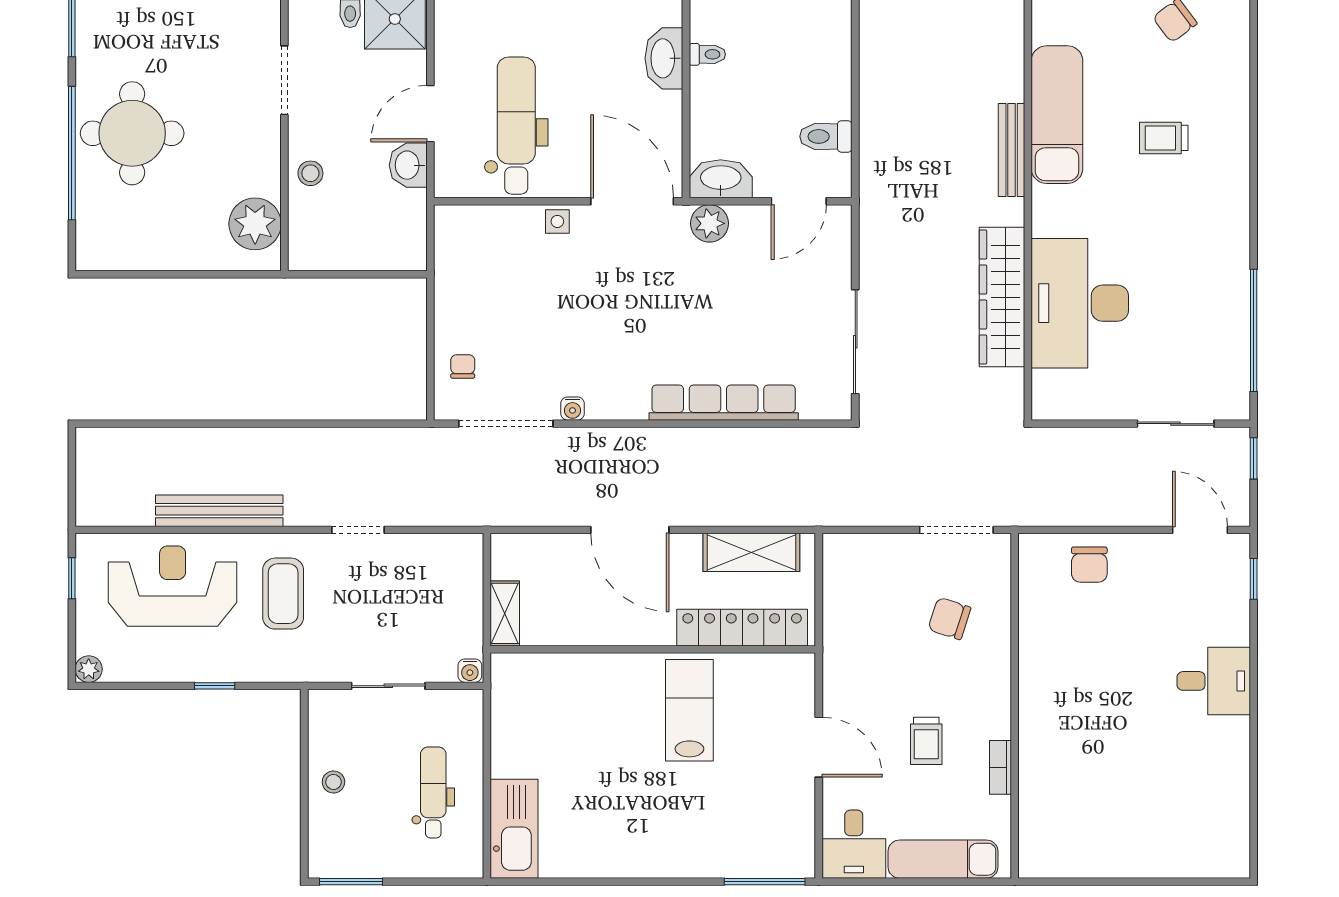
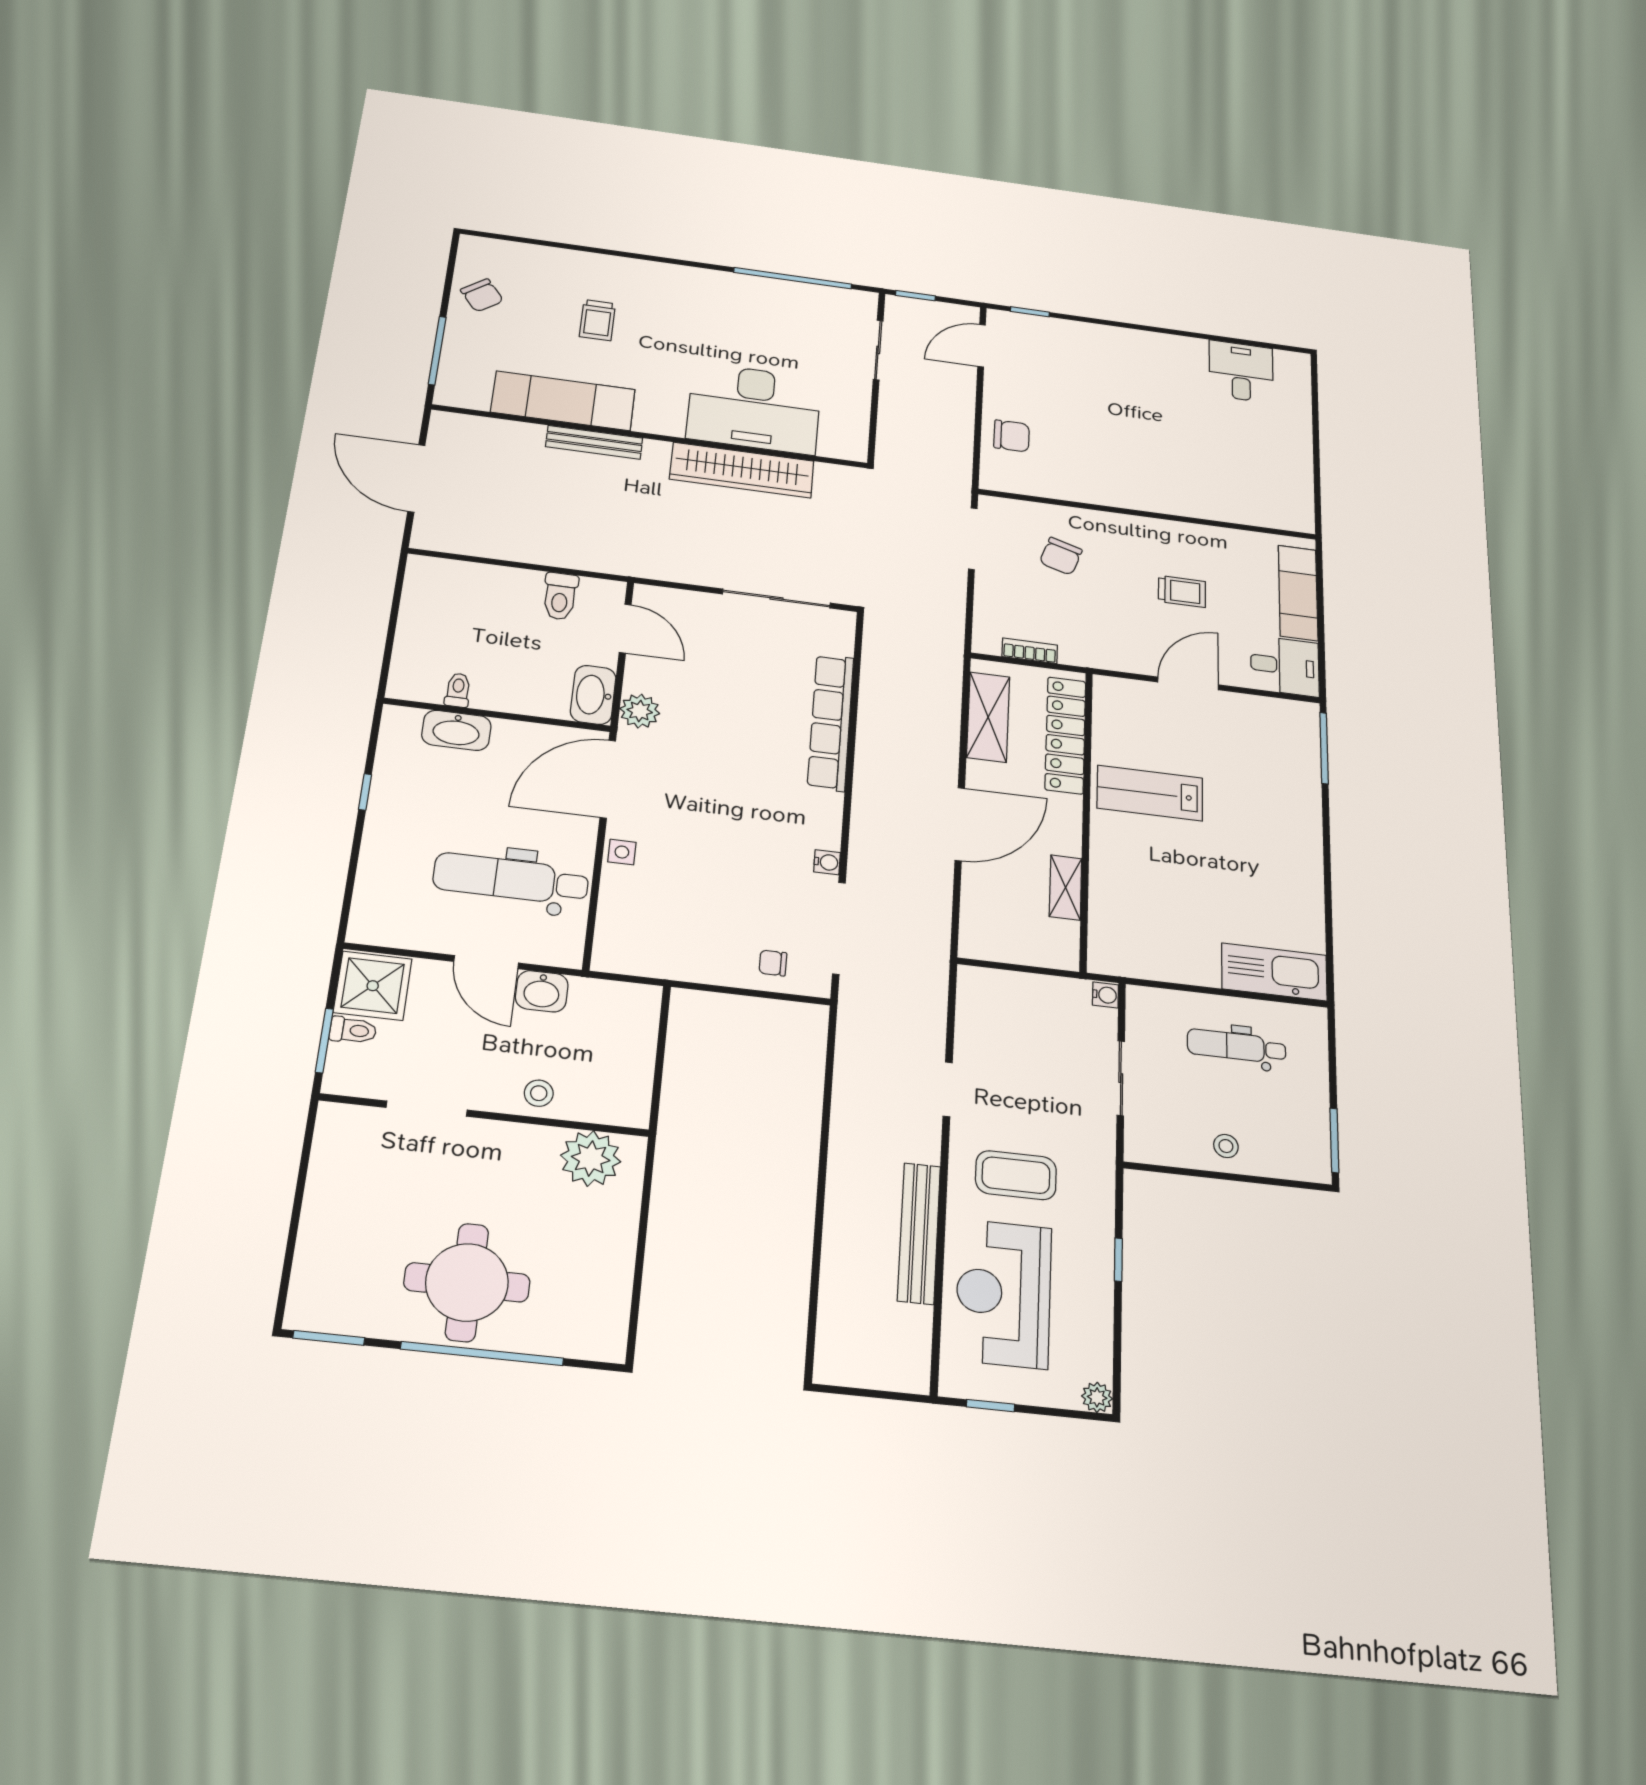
shelving: (505, 613) -> (1066, 887), moved, turned 90
desk: (1214, 681) -> (1241, 372), moved
bookcase: (1001, 767) -> (1030, 651), moved, turned 180

